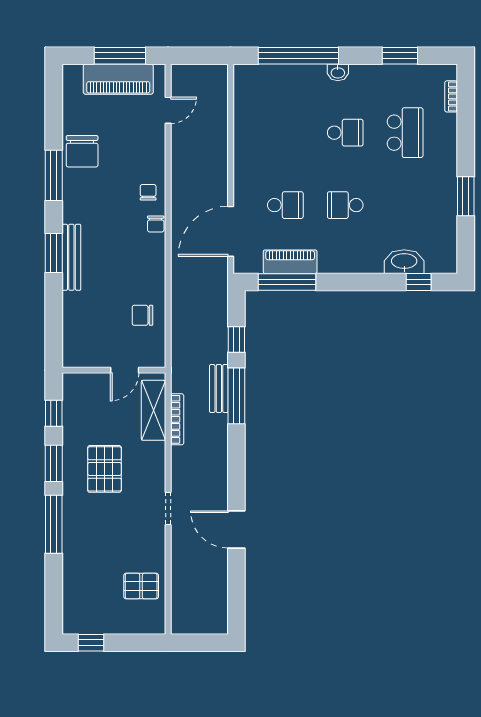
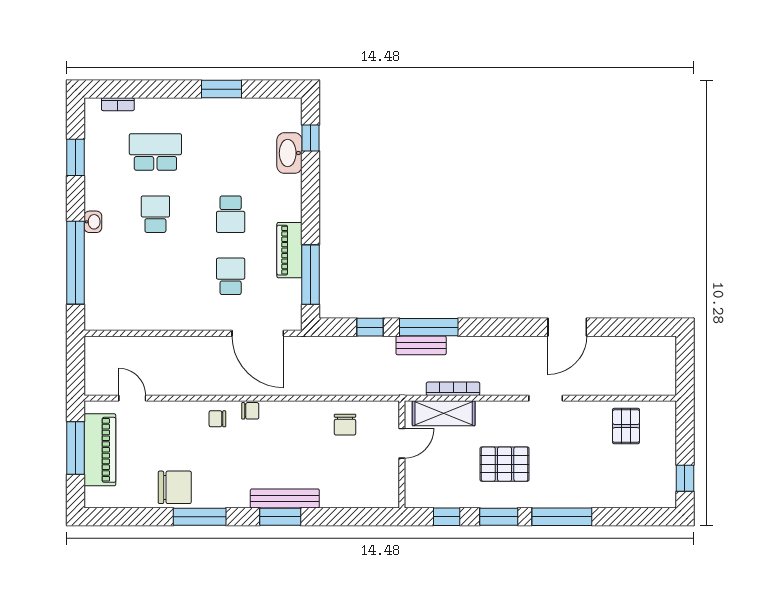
piano: (290, 262) -> (289, 250), moved
door: (125, 370) -> (402, 443), hinge flipped

